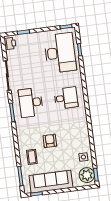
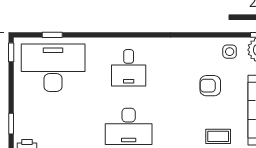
desk: (66, 98) -> (129, 68), turned 180
armchair: (50, 141) -> (210, 86), moved

